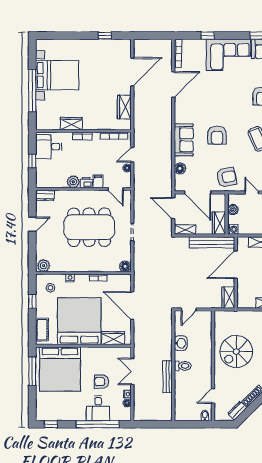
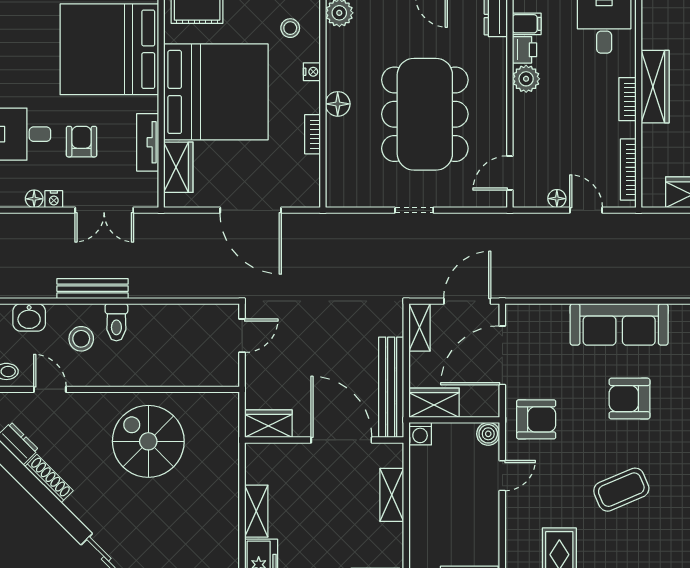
wardrobe: (71, 124) -> (655, 87), width x1.50
sofa: (184, 140) -> (619, 324), width x1.36
floor lamp: (180, 168) -> (556, 316), removed
armchair: (226, 177) -> (536, 419), turned -79
filing cabinet: (98, 181) -> (527, 24), moved
printer: (86, 182) -> (524, 50), moved
boiler: (233, 210) -> (488, 434), moved
floor lamp: (125, 266) -> (338, 104), moved
door: (132, 306) -> (251, 210), swing flipped
door: (189, 309) -> (242, 336), swing flipped
washbasin: (181, 343) -> (29, 317), moved
tv unit: (102, 352) -> (148, 142), added
double door: (132, 371) -> (104, 210), swing flipped
stool: (190, 382) -> (81, 339), added

